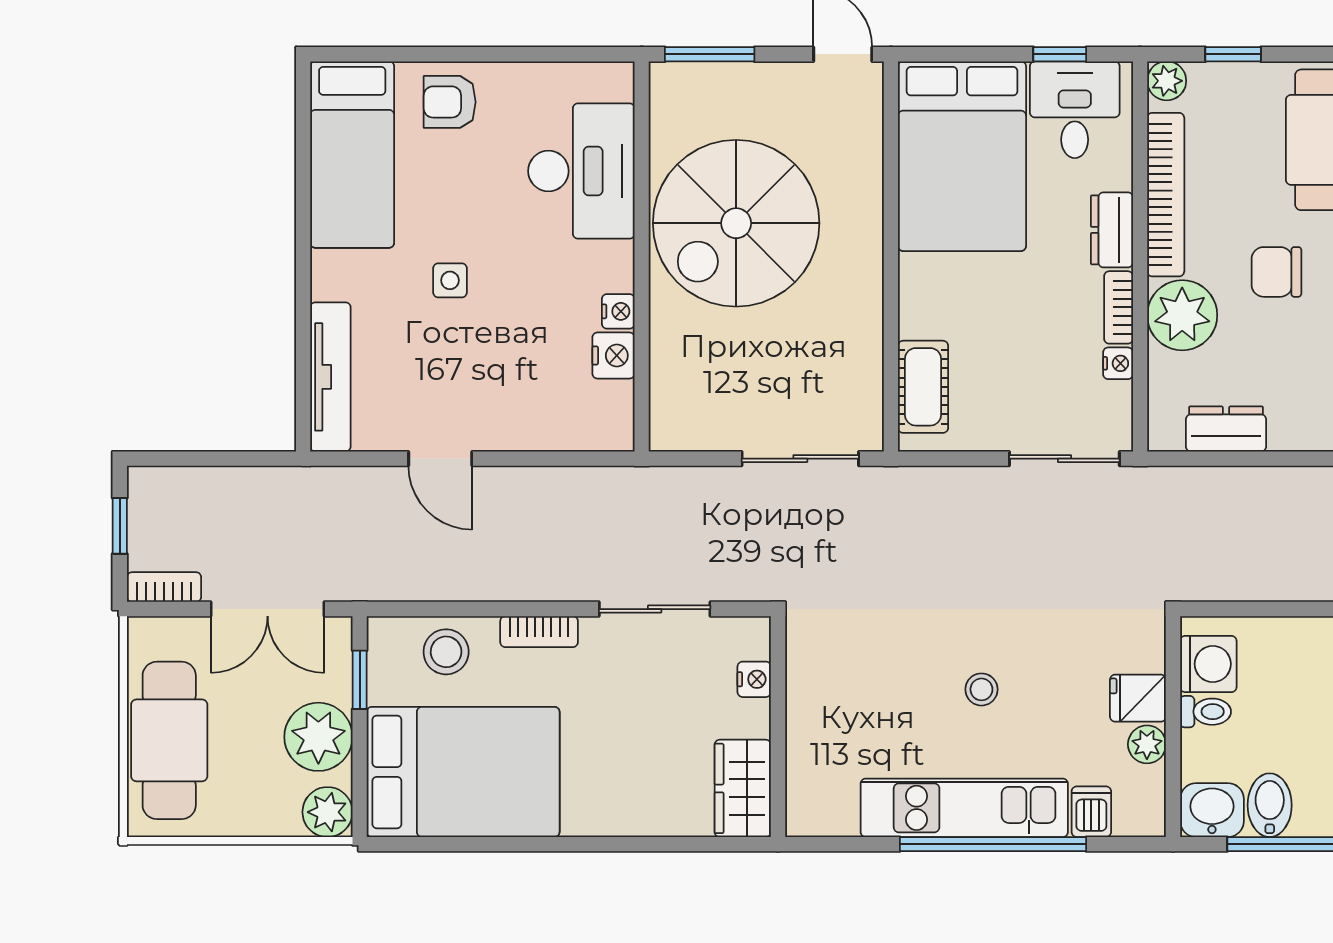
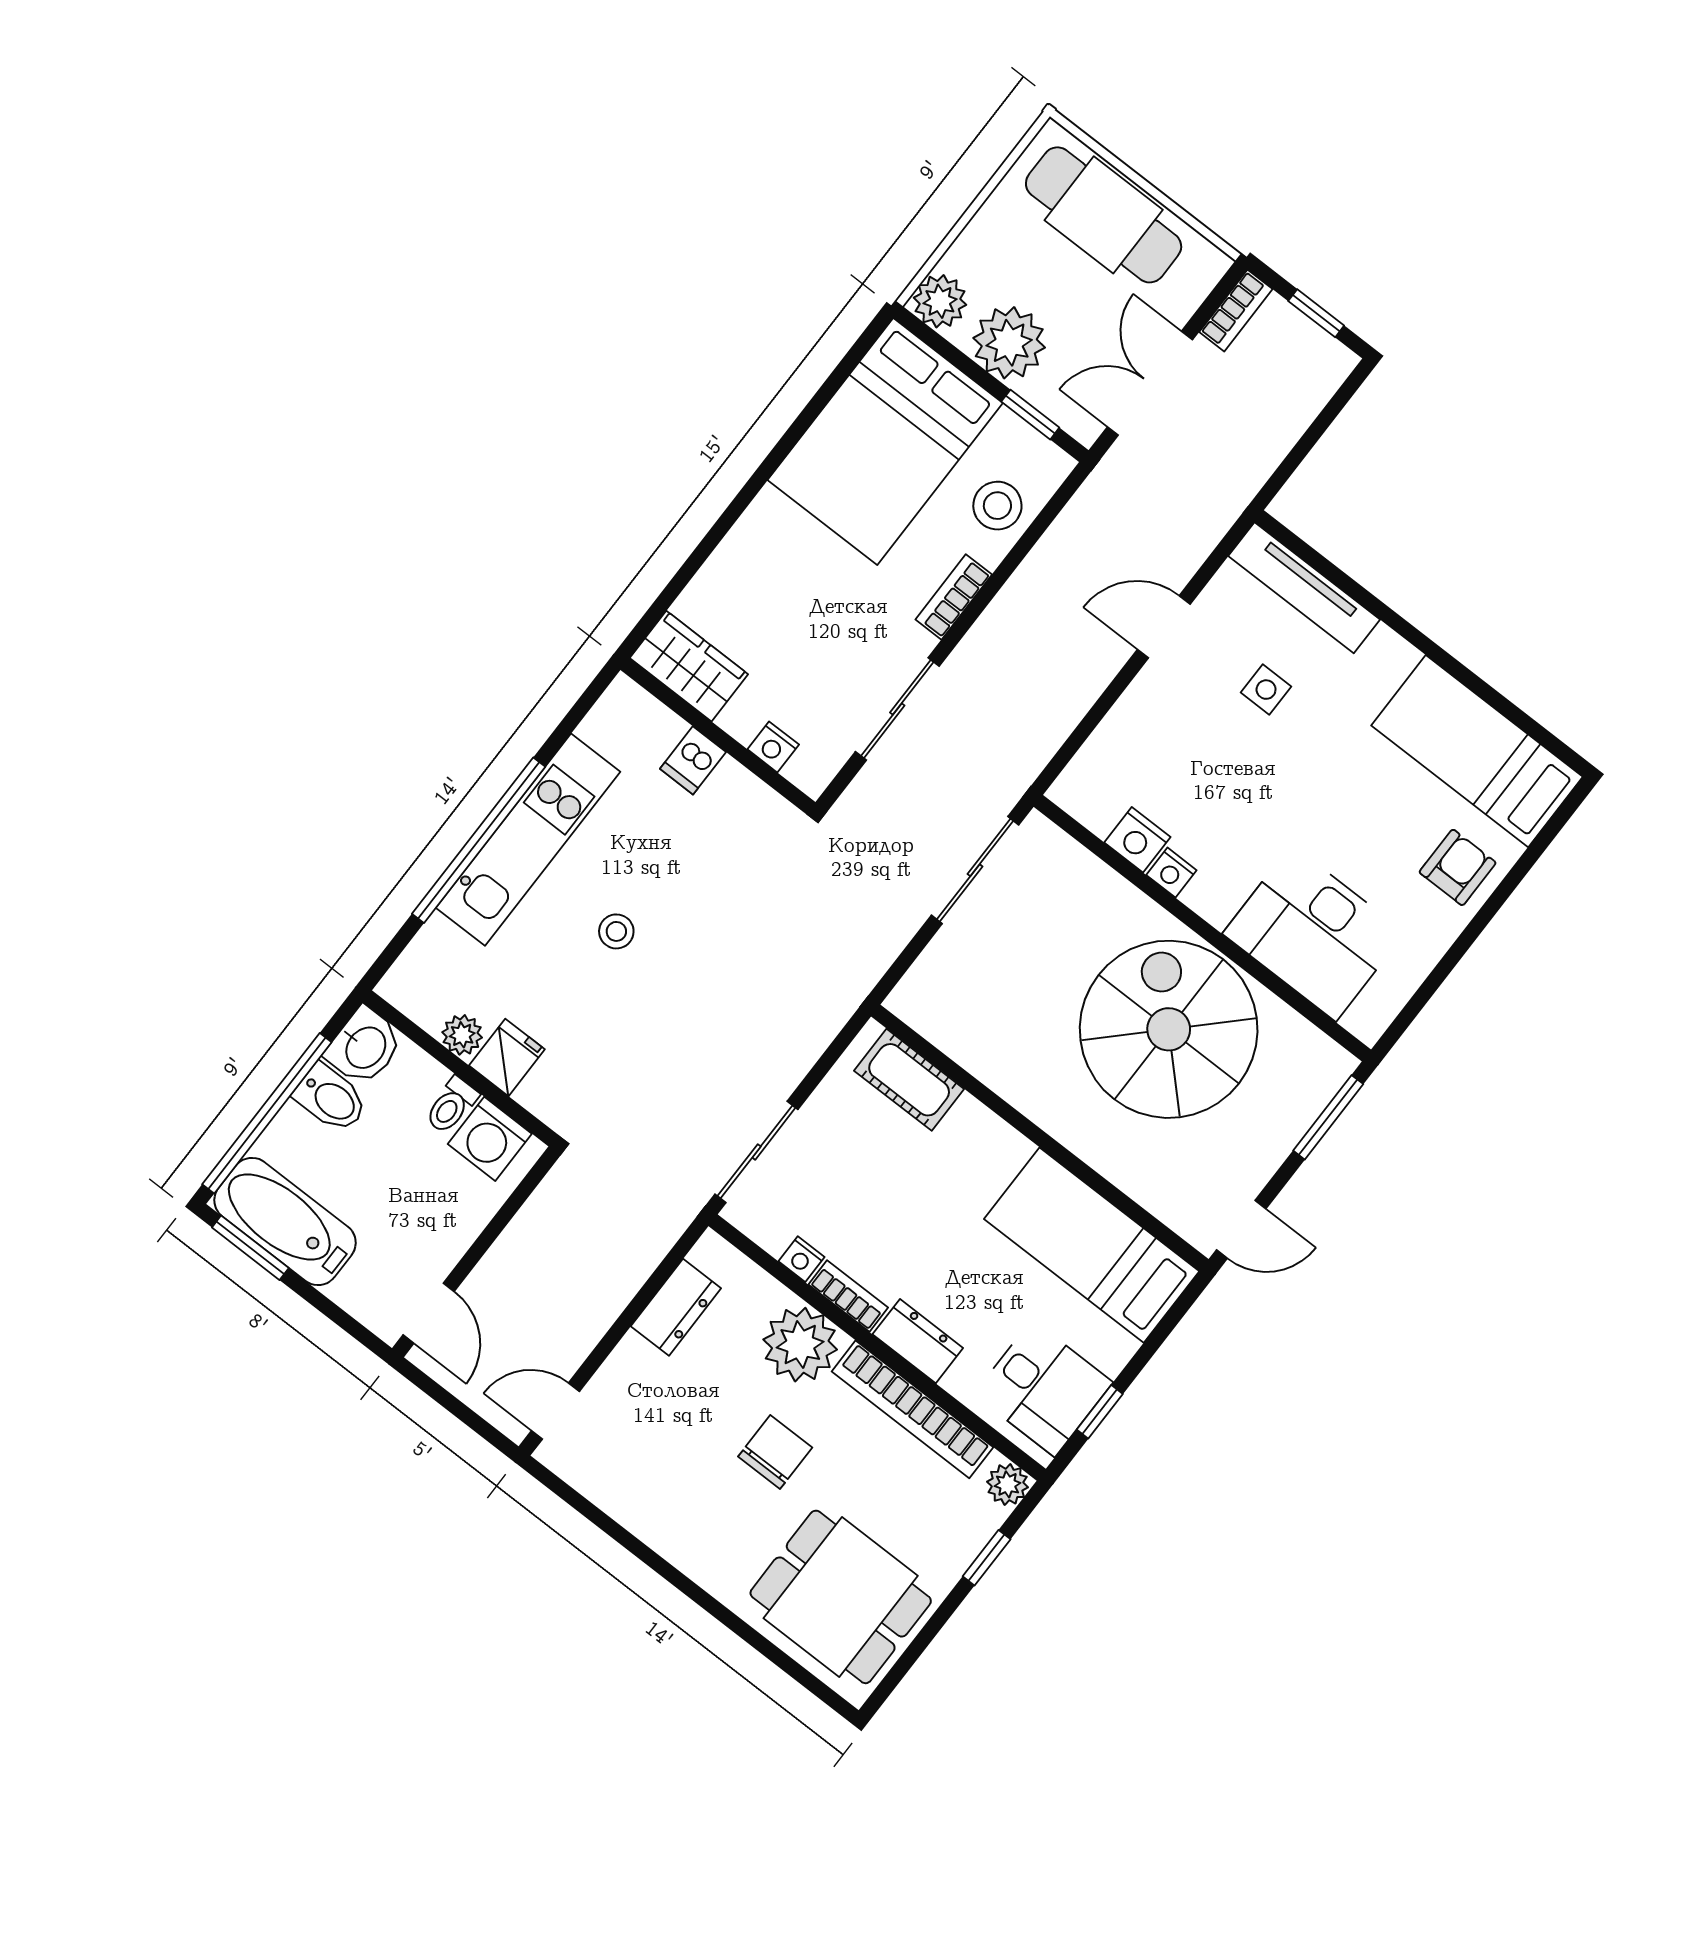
bed: (962, 156) -> (1092, 1245), width x0.67
side table: (450, 280) -> (1266, 690), moved
sliding door: (800, 459) -> (975, 870), moved
dishwasher: (1091, 812) -> (693, 760), moved, turned 90

